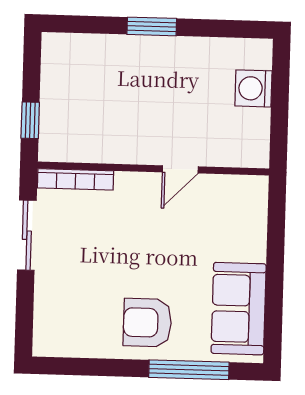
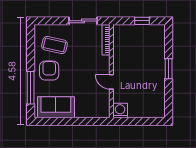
washing machine: (253, 88) -> (120, 111), moved
window: (30, 120) -> (142, 21), moved
coffee table: (85, 308) -> (54, 45), added

